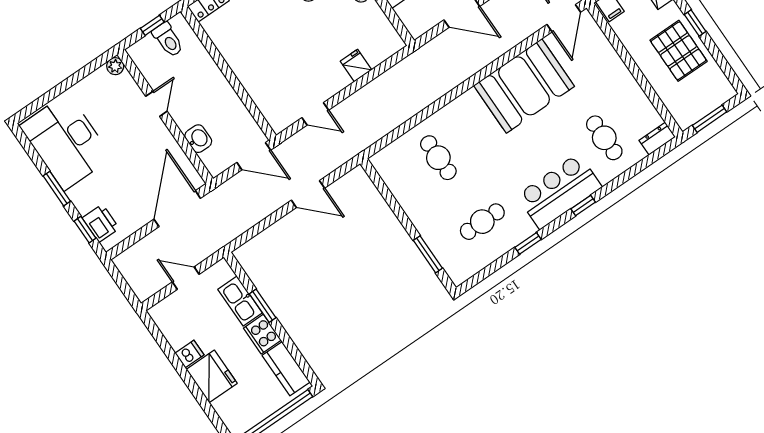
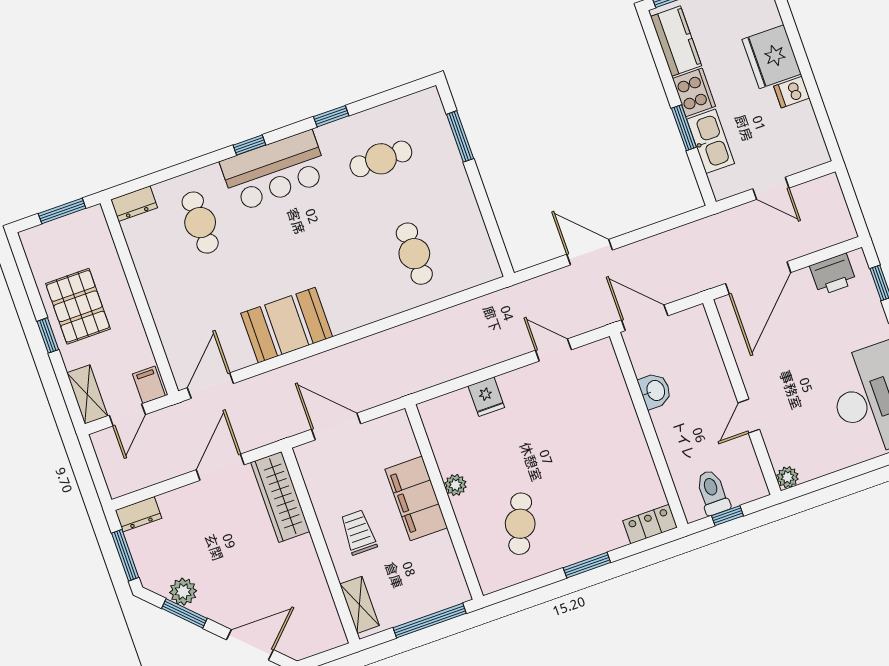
booth: (524, 86) -> (287, 325), width x0.73, depth x0.70
washbasin: (198, 139) -> (655, 391), moved, turned 180
printer: (101, 223) -> (833, 274), moved, turned -90

